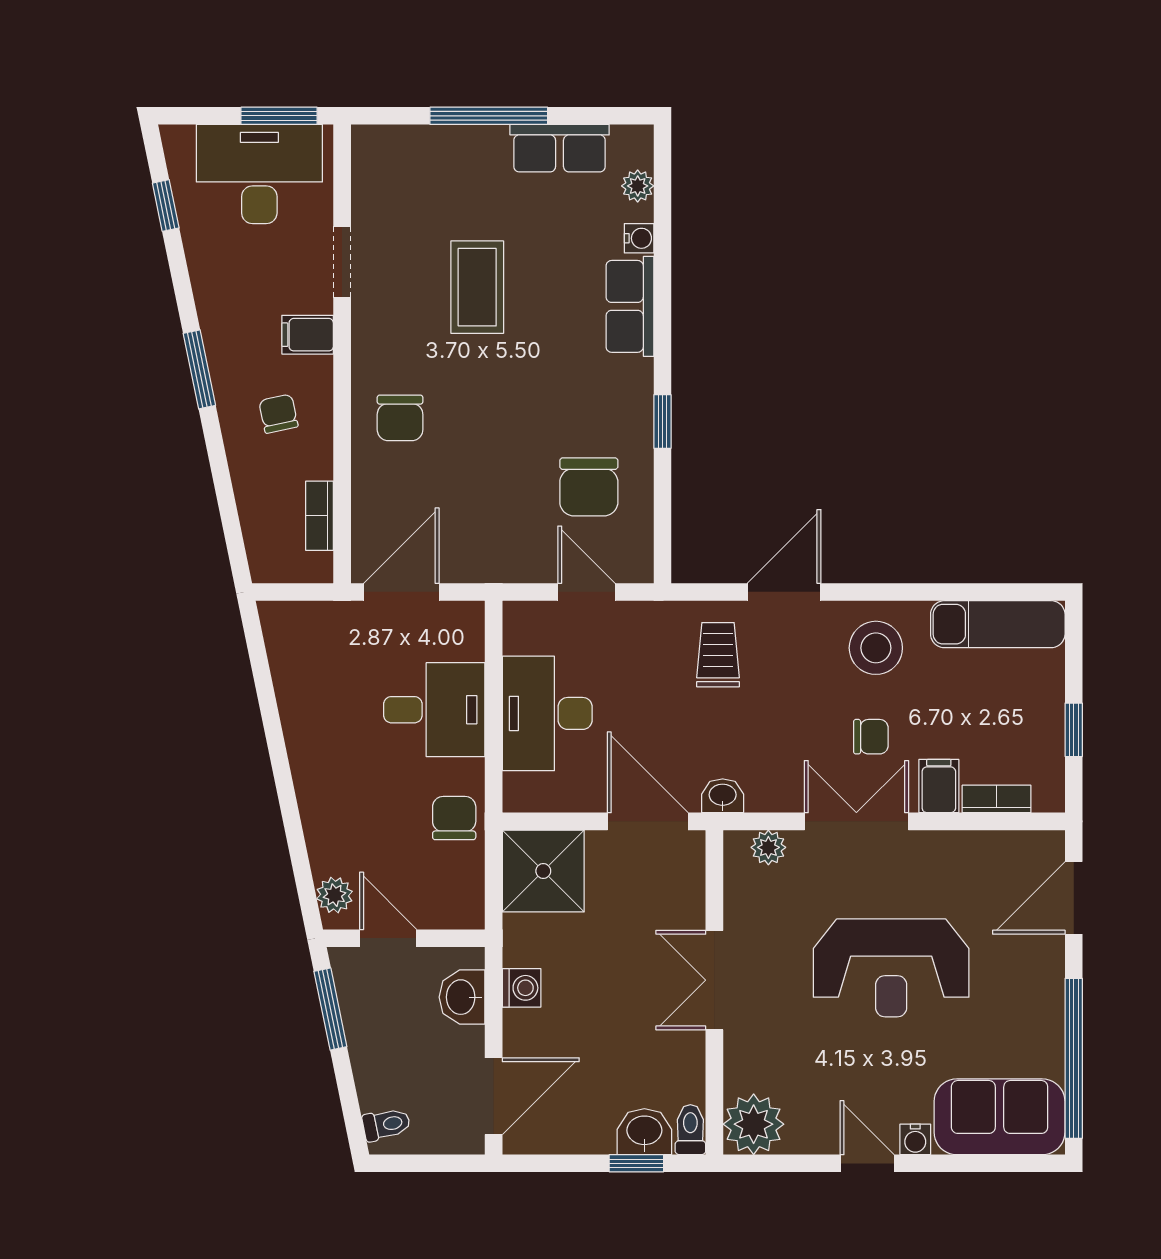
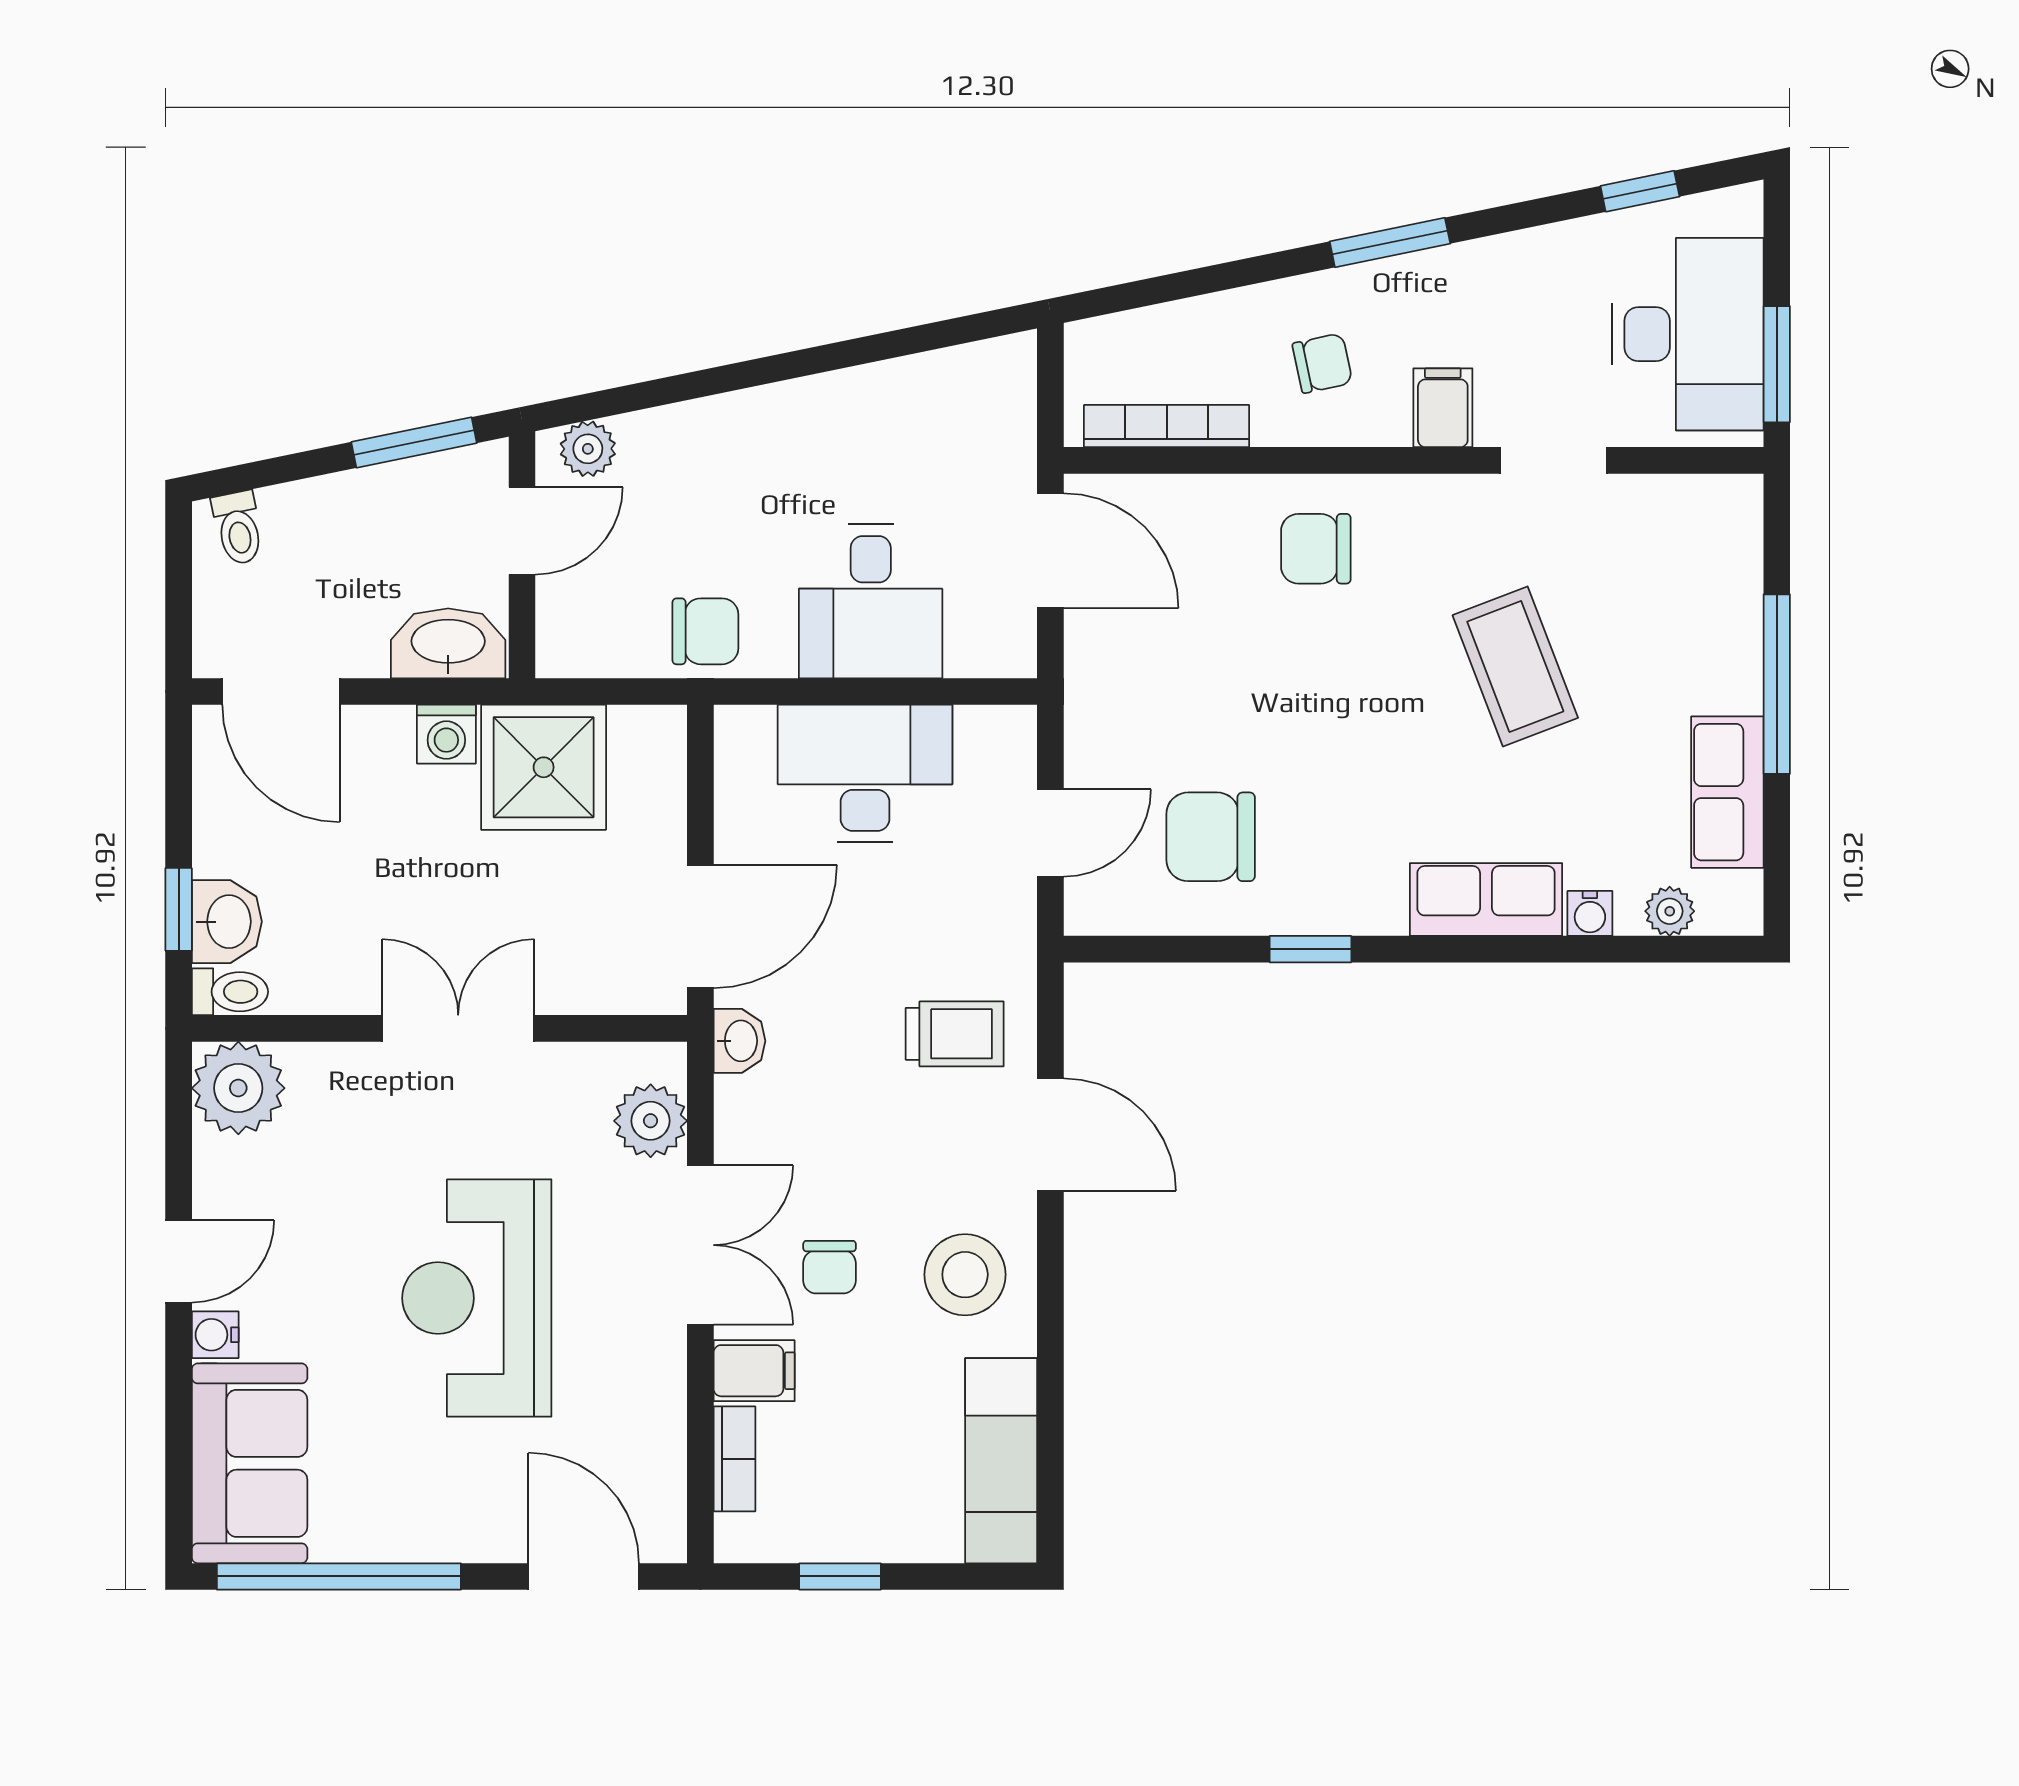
coffee table: (477, 287) -> (1515, 666), turned 69
bookcase: (320, 516) -> (1167, 426), width x1.56
plant: (768, 847) -> (651, 1121), width x1.38, depth x1.38
shower: (543, 871) -> (544, 767), moved
washbasin: (462, 997) -> (448, 643), width x1.38

